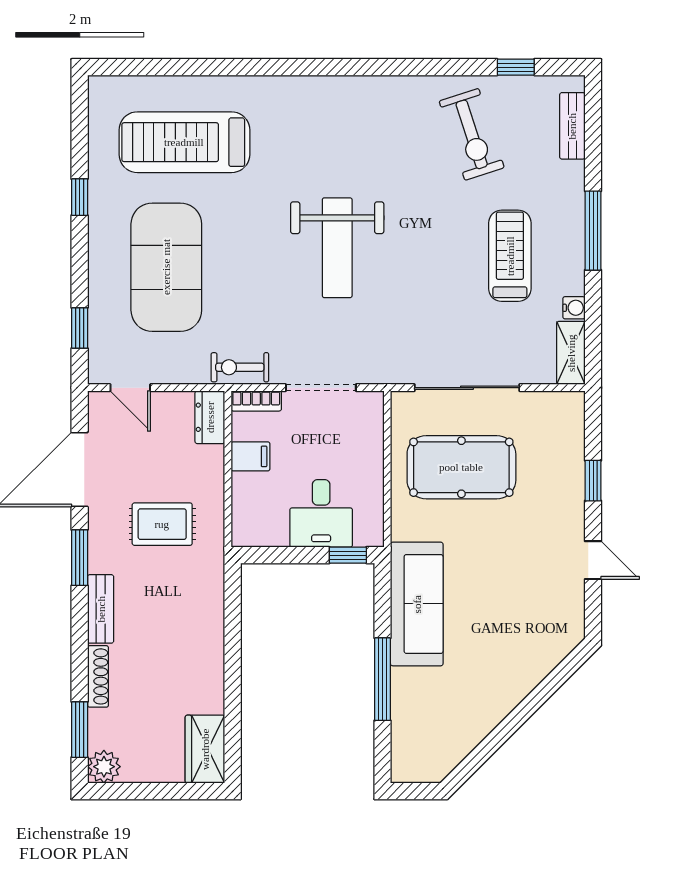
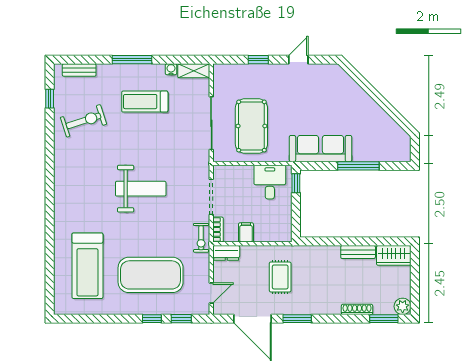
window: (80, 197) -> (152, 319), moved
desk: (321, 513) -> (270, 182), moved, turned -90
bench: (101, 609) -> (358, 252), moved

